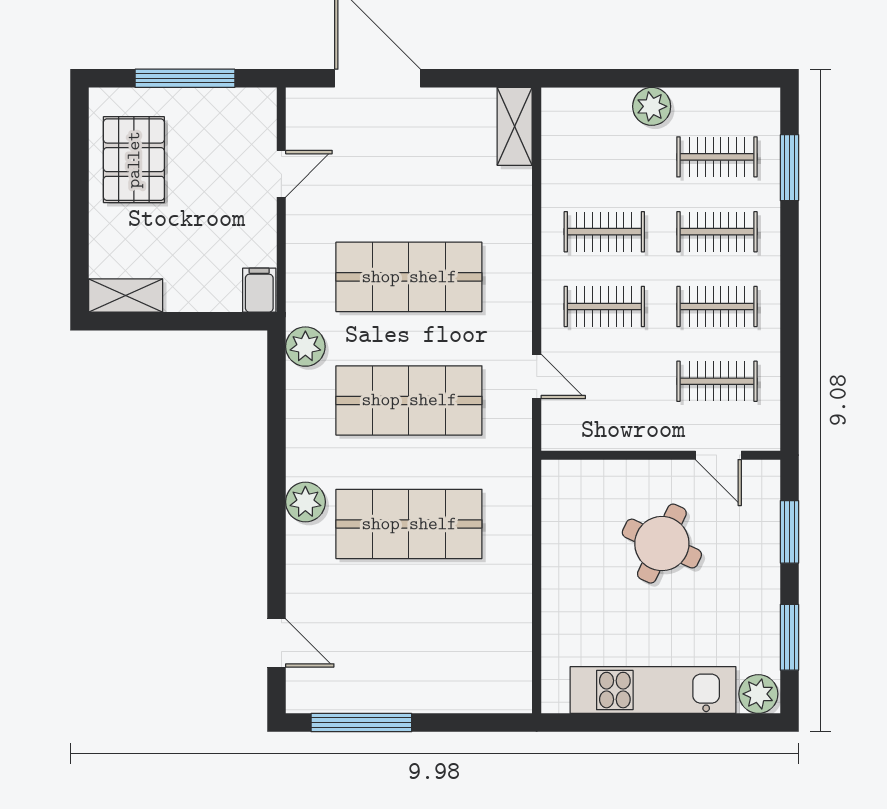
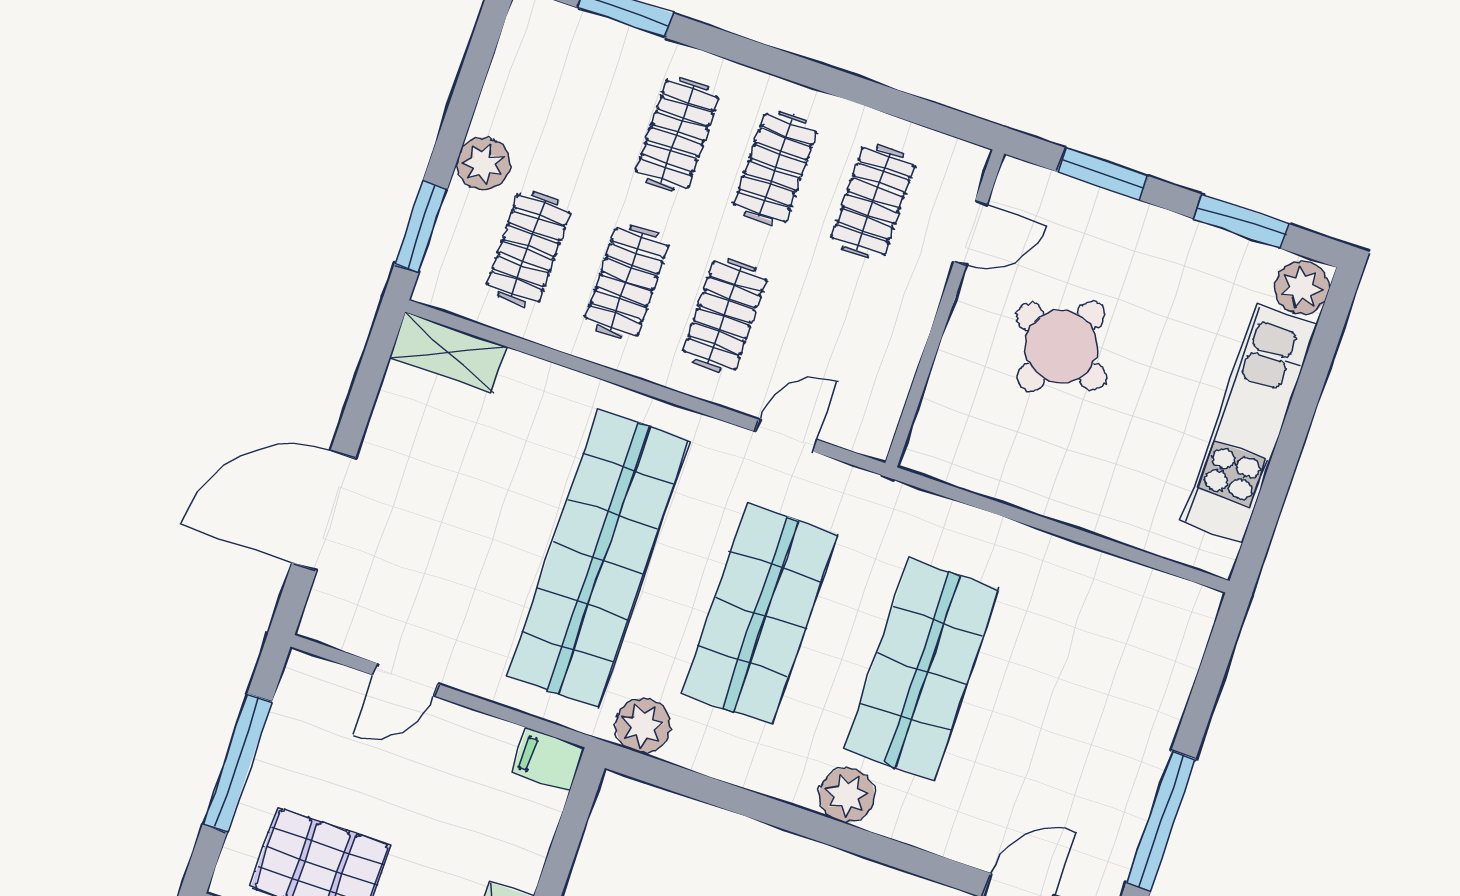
window: (594, 78) -> (421, 226), added
clothes rail: (717, 157) -> (529, 248), moved
door: (281, 174) -> (406, 679), swing flipped
shop shelf: (409, 277) -> (598, 558), width x1.40

